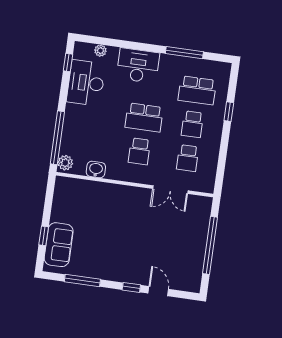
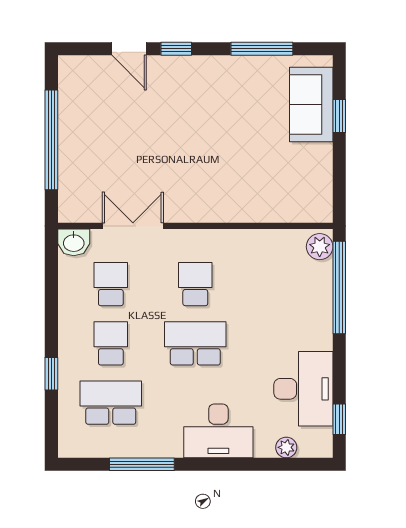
washbasin: (96, 170) -> (74, 242), moved

